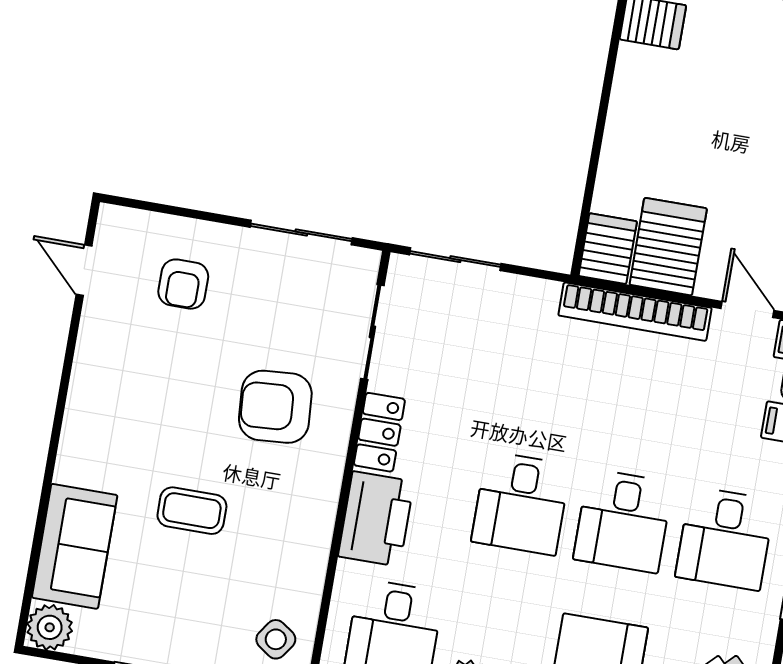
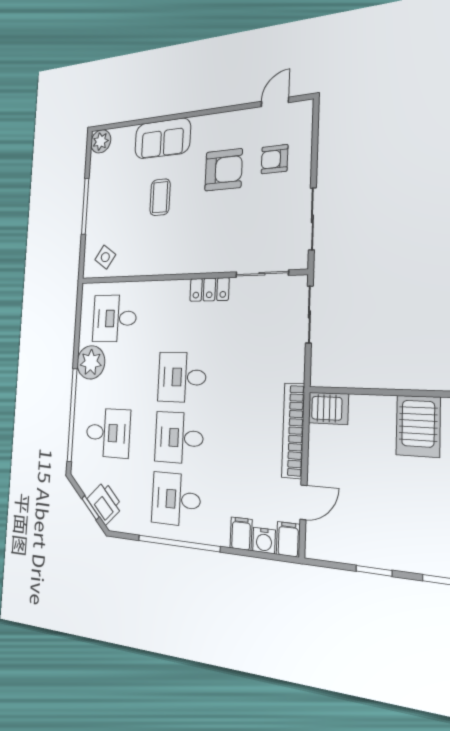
server rack: (668, 247) -> (418, 426), moved, turned 90
armchair: (275, 407) -> (224, 170), moved, turned 94
printer: (376, 519) -> (166, 297), removed
sofa: (75, 546) -> (163, 138), moved

